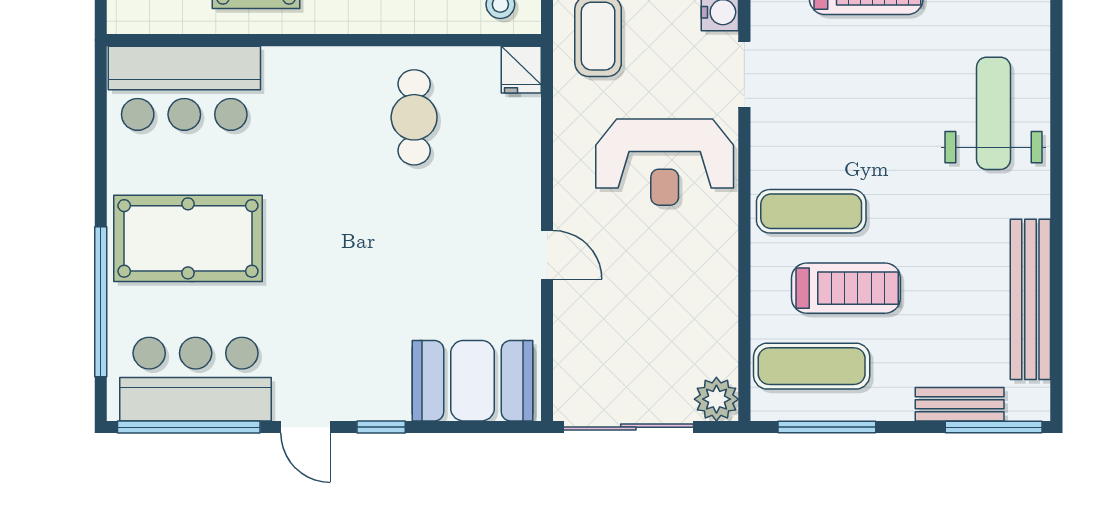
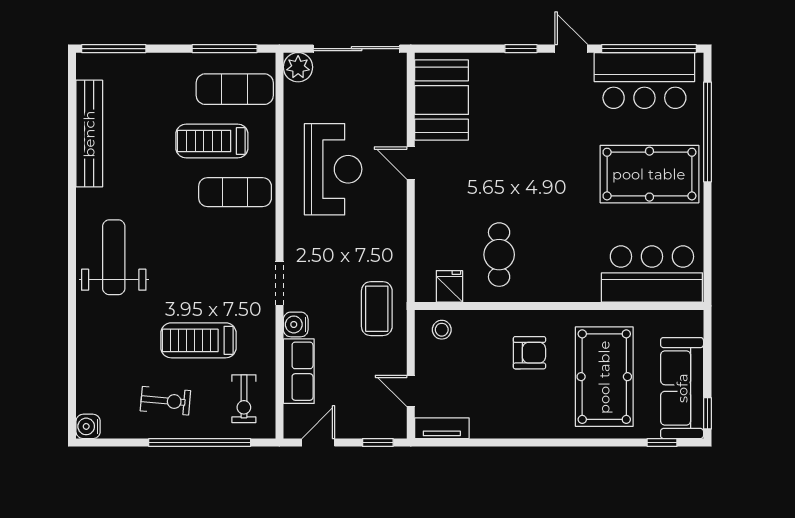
fridge: (521, 70) -> (449, 286), moved
weight bench: (994, 113) -> (114, 257), turned 180
reception desk: (665, 162) -> (333, 169), moved, turned 90
booth: (472, 381) -> (442, 100), moved, turned 90
bench: (960, 404) -> (136, 64), removed

